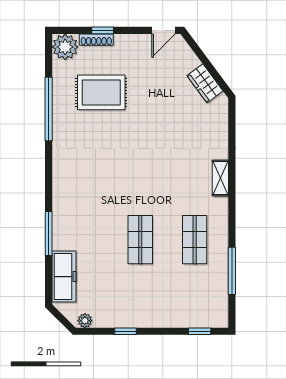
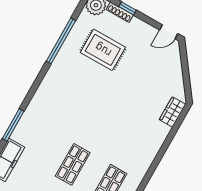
wardrobe: (205, 83) -> (172, 112), moved, turned 37
shelving: (220, 178) -> (151, 153), removed

